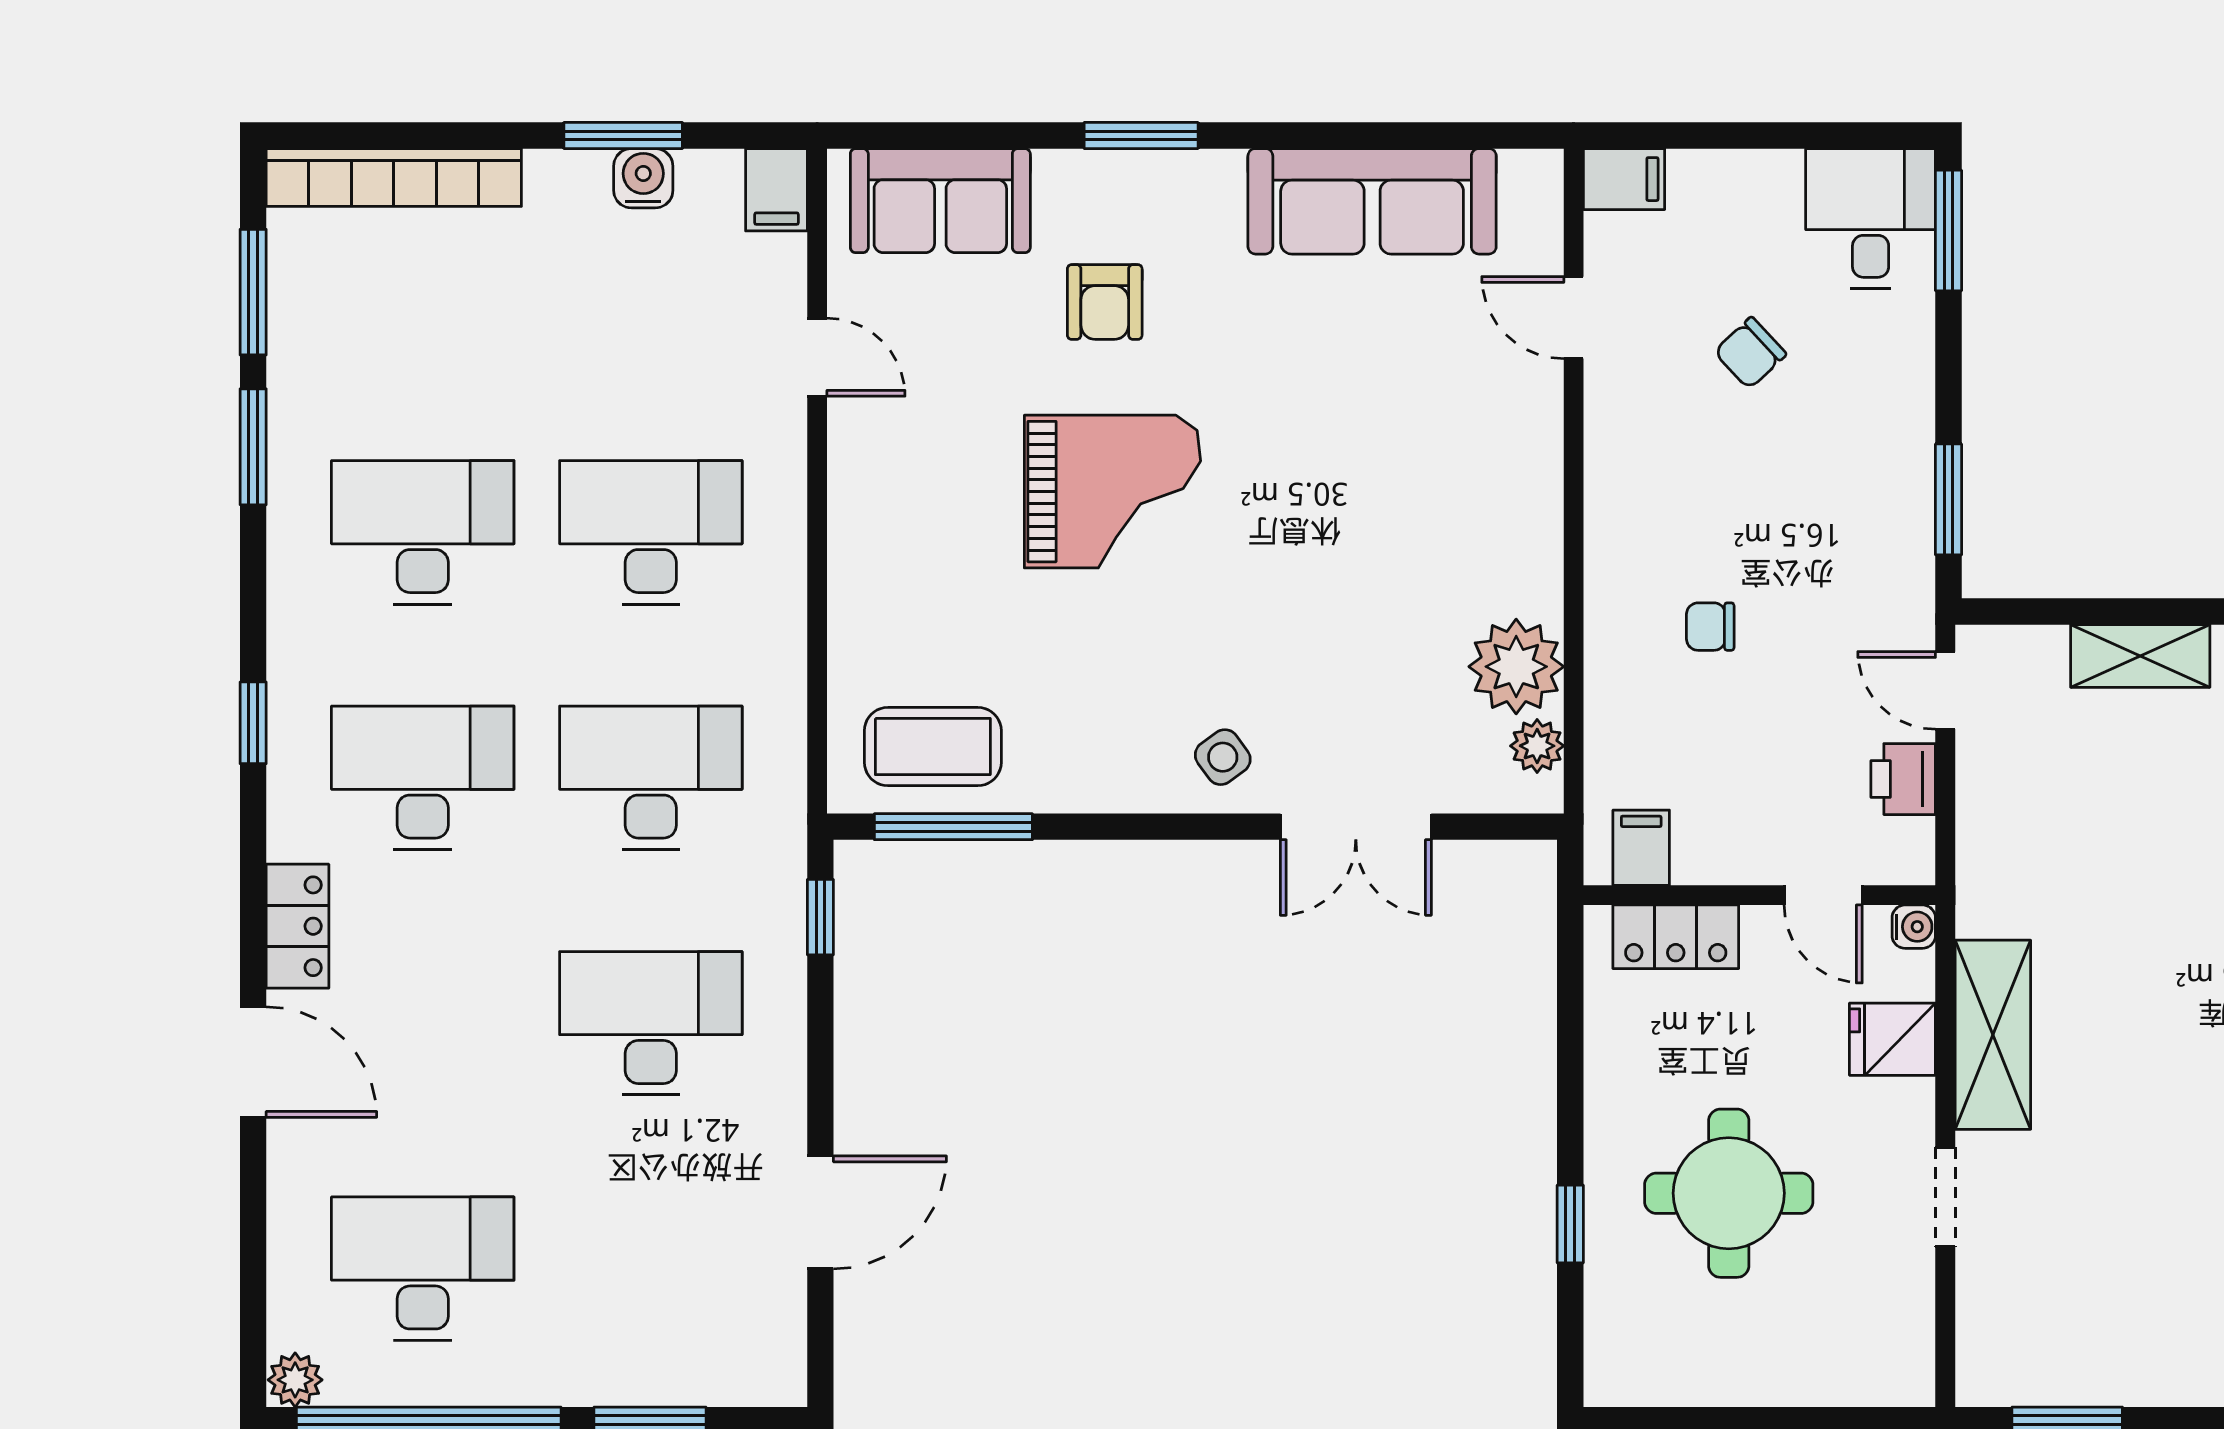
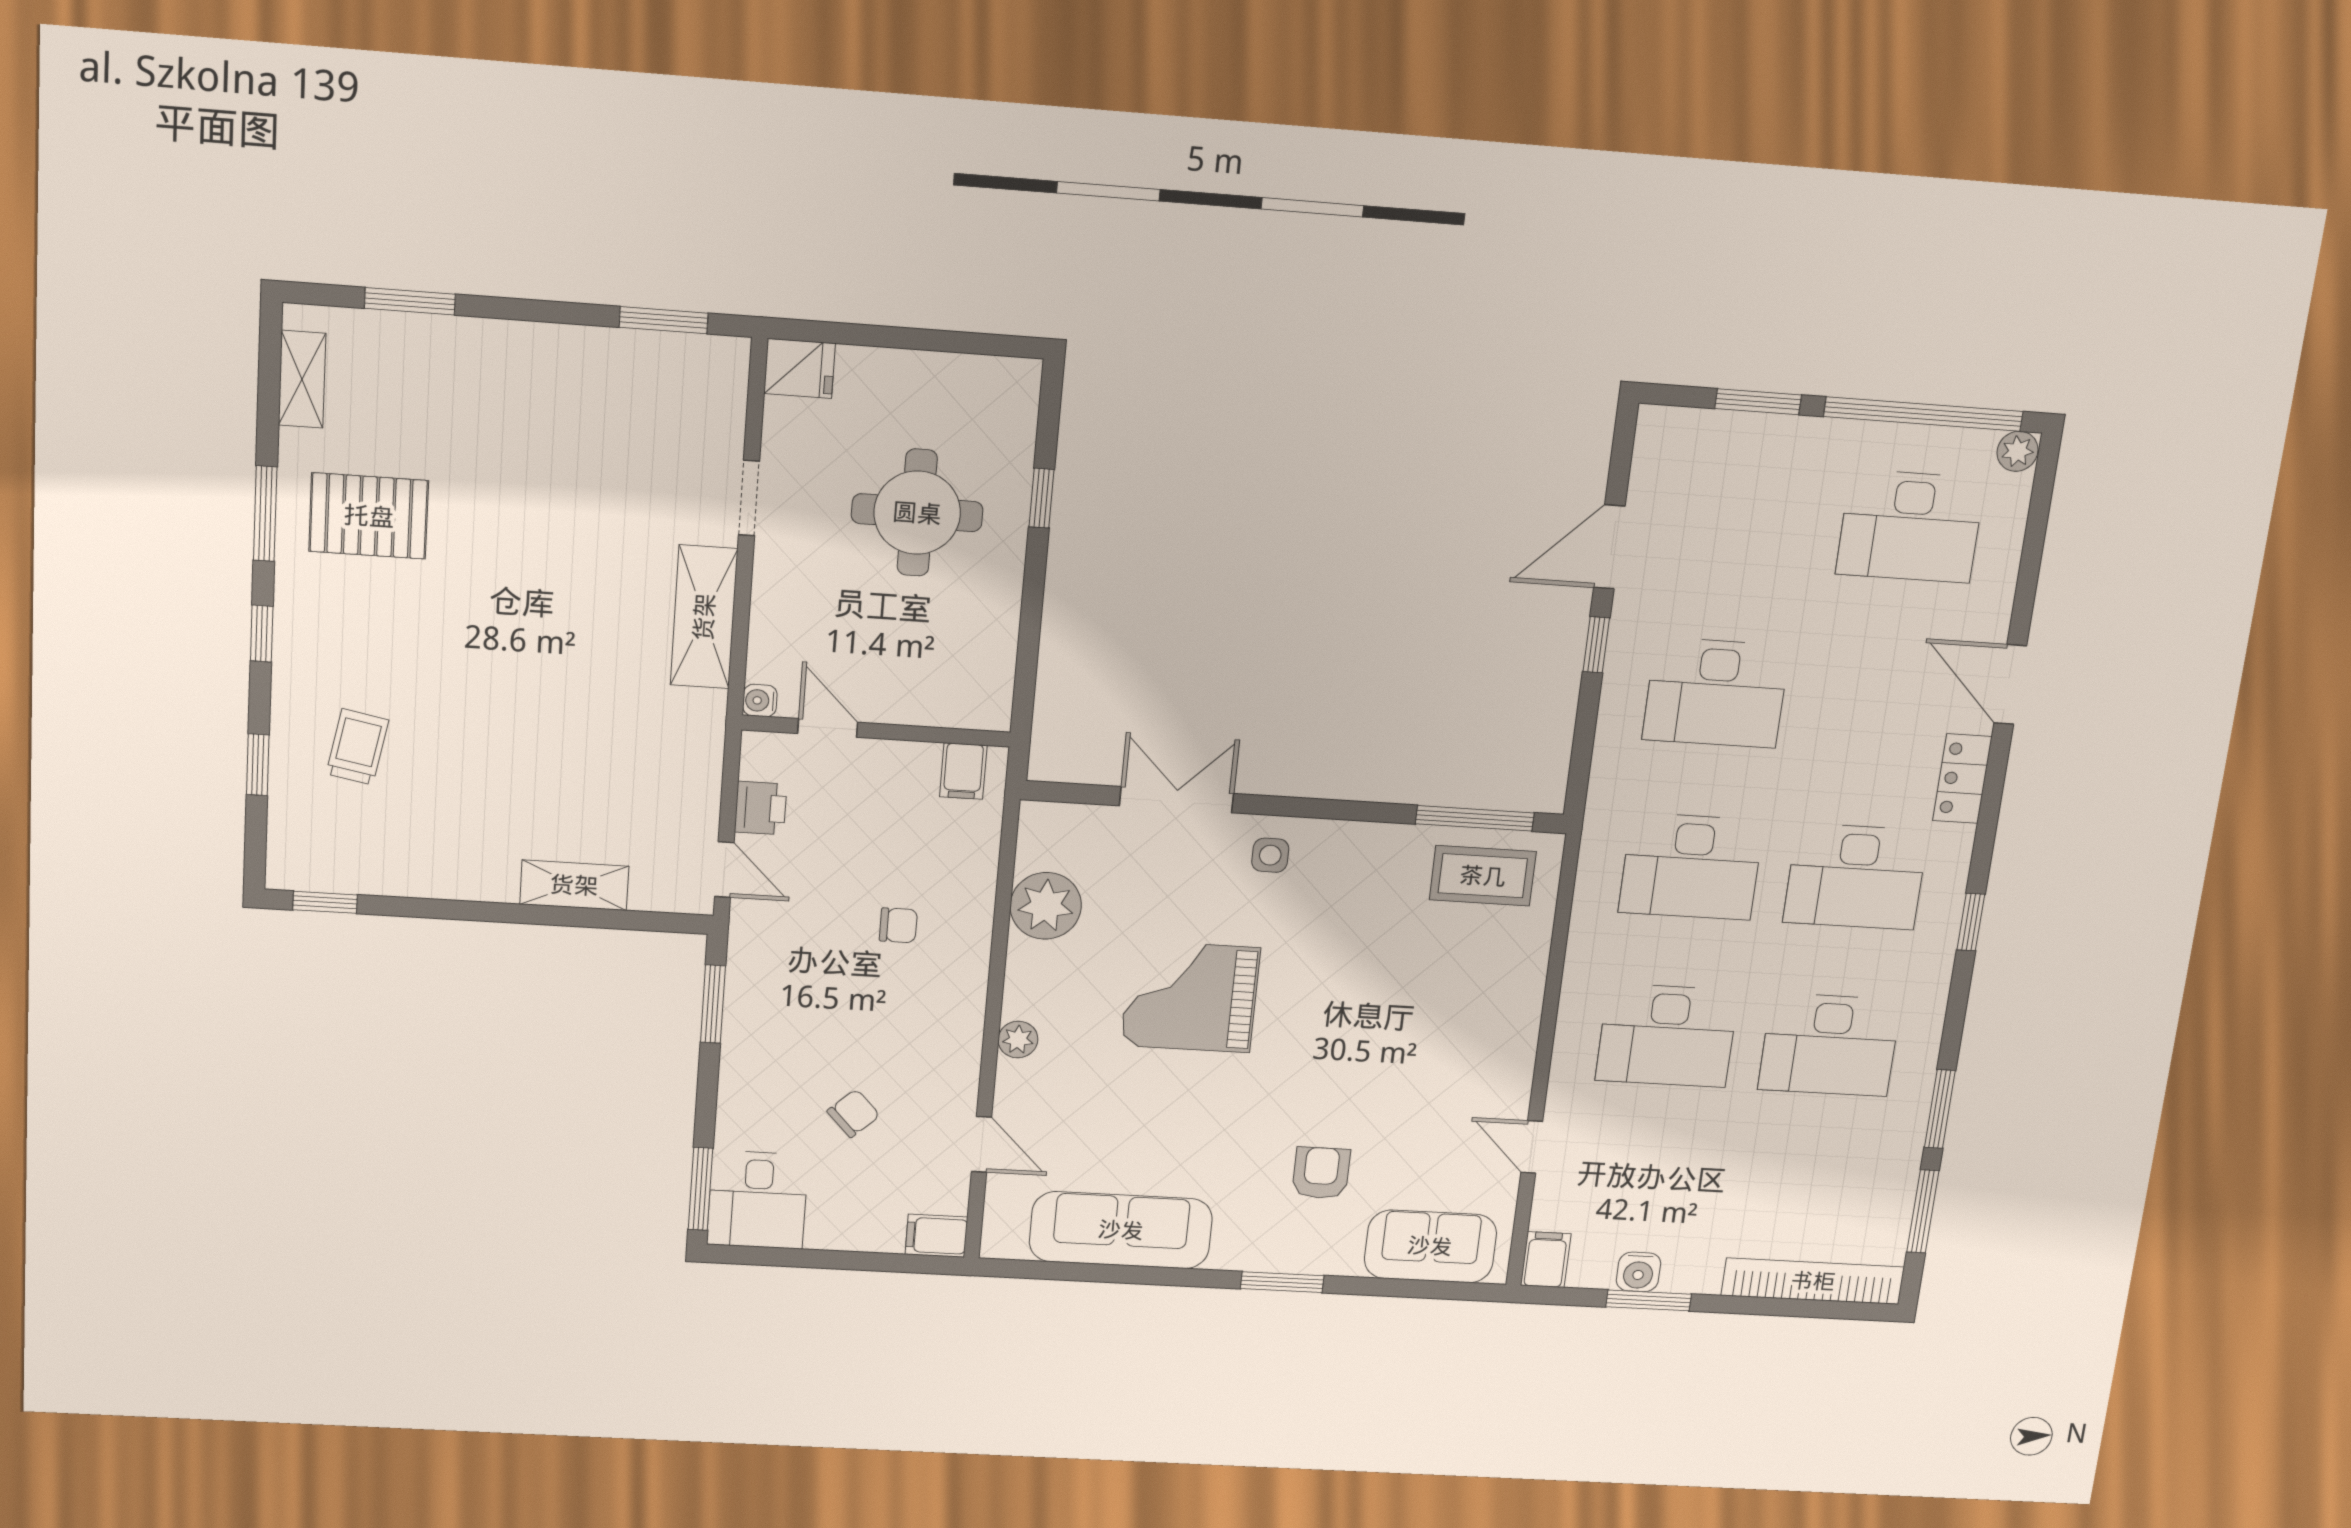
grand piano: (1113, 492) -> (1190, 997), moved
plant: (1537, 746) -> (1018, 1040), moved
side table: (1223, 757) -> (1270, 855), turned 36
window: (820, 917) -> (1596, 645), moved
locker: (1676, 937) -> (942, 705), removed
fridge: (1892, 1039) -> (800, 368), moved

